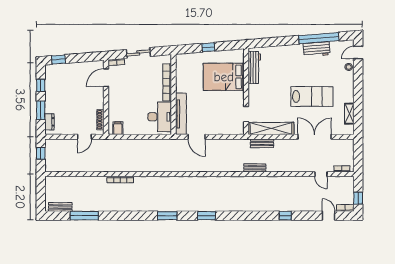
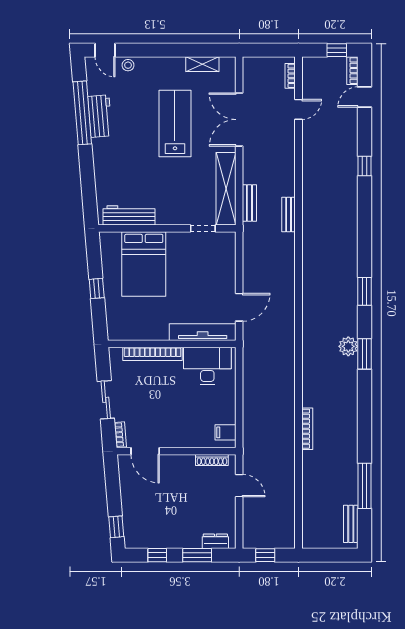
plant: (172, 205) -> (348, 346), added

